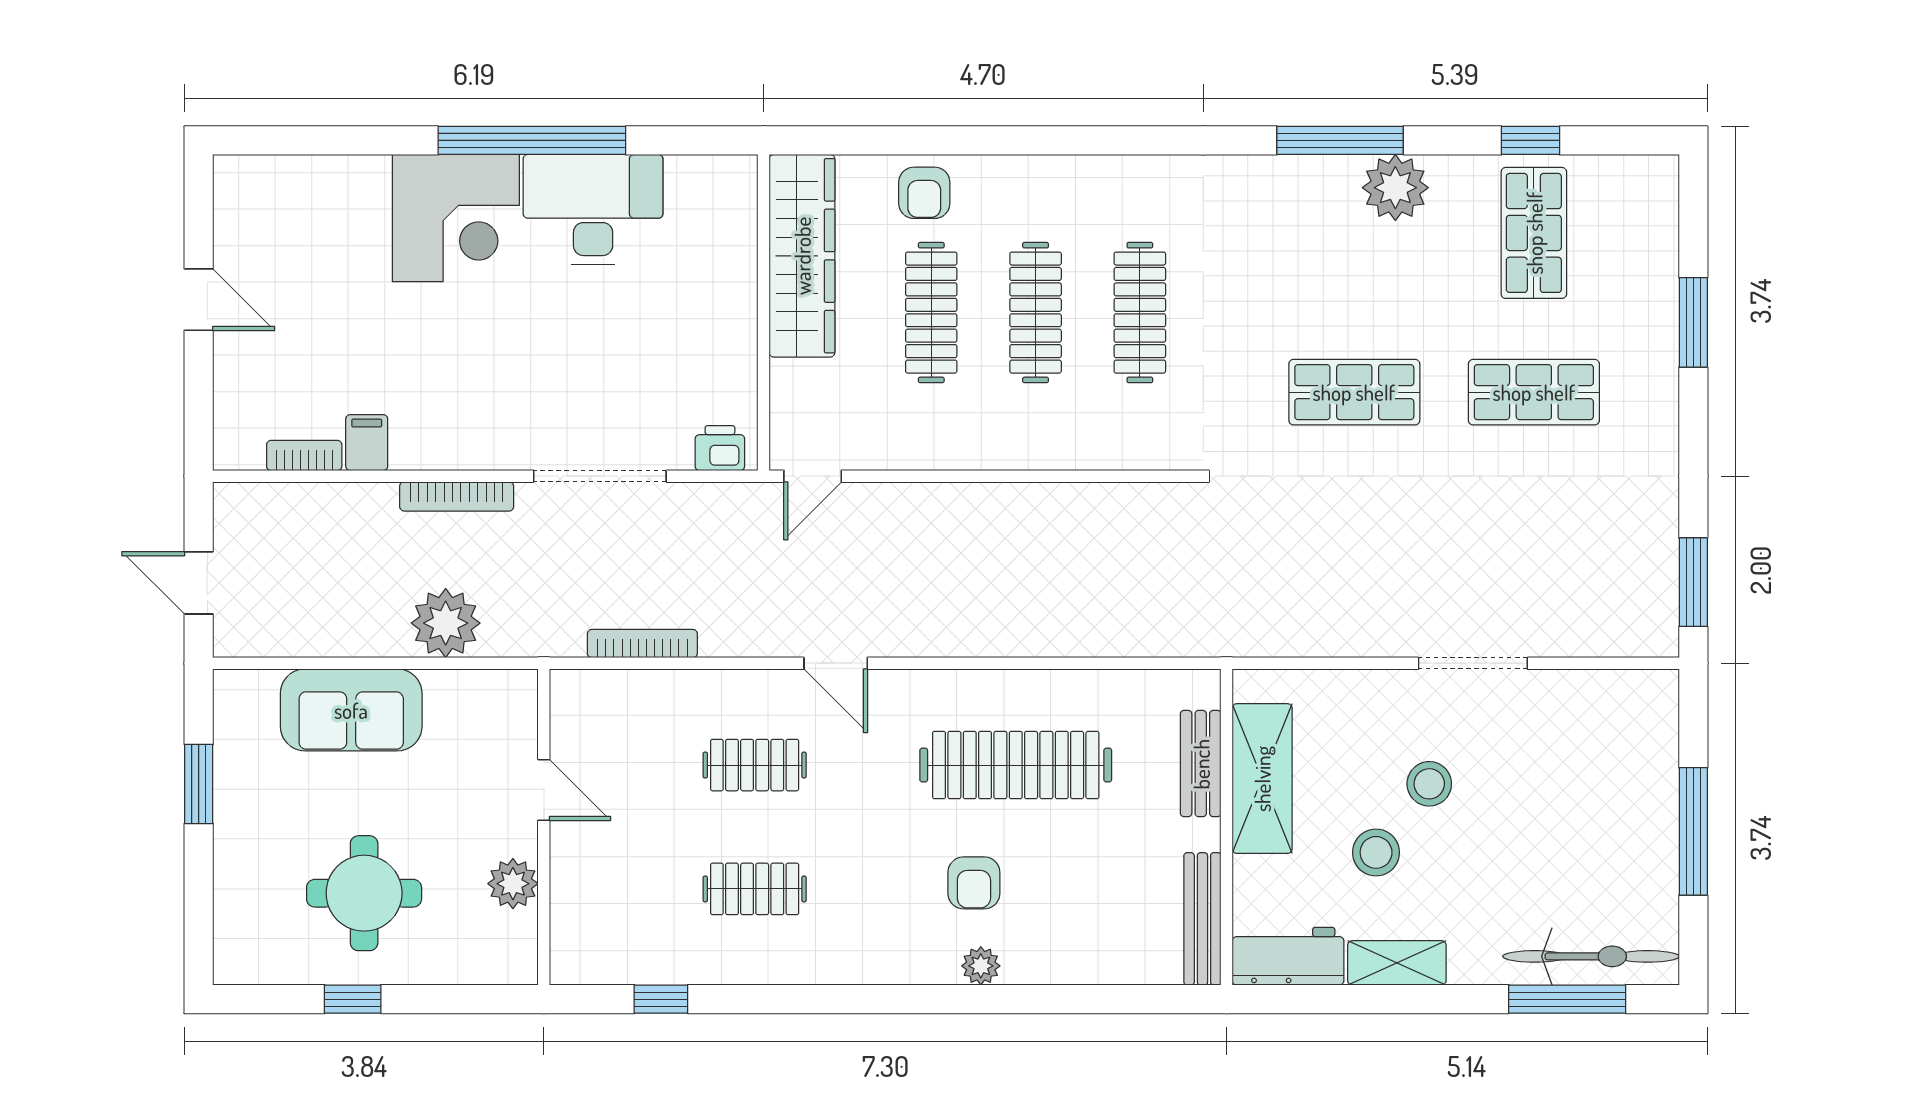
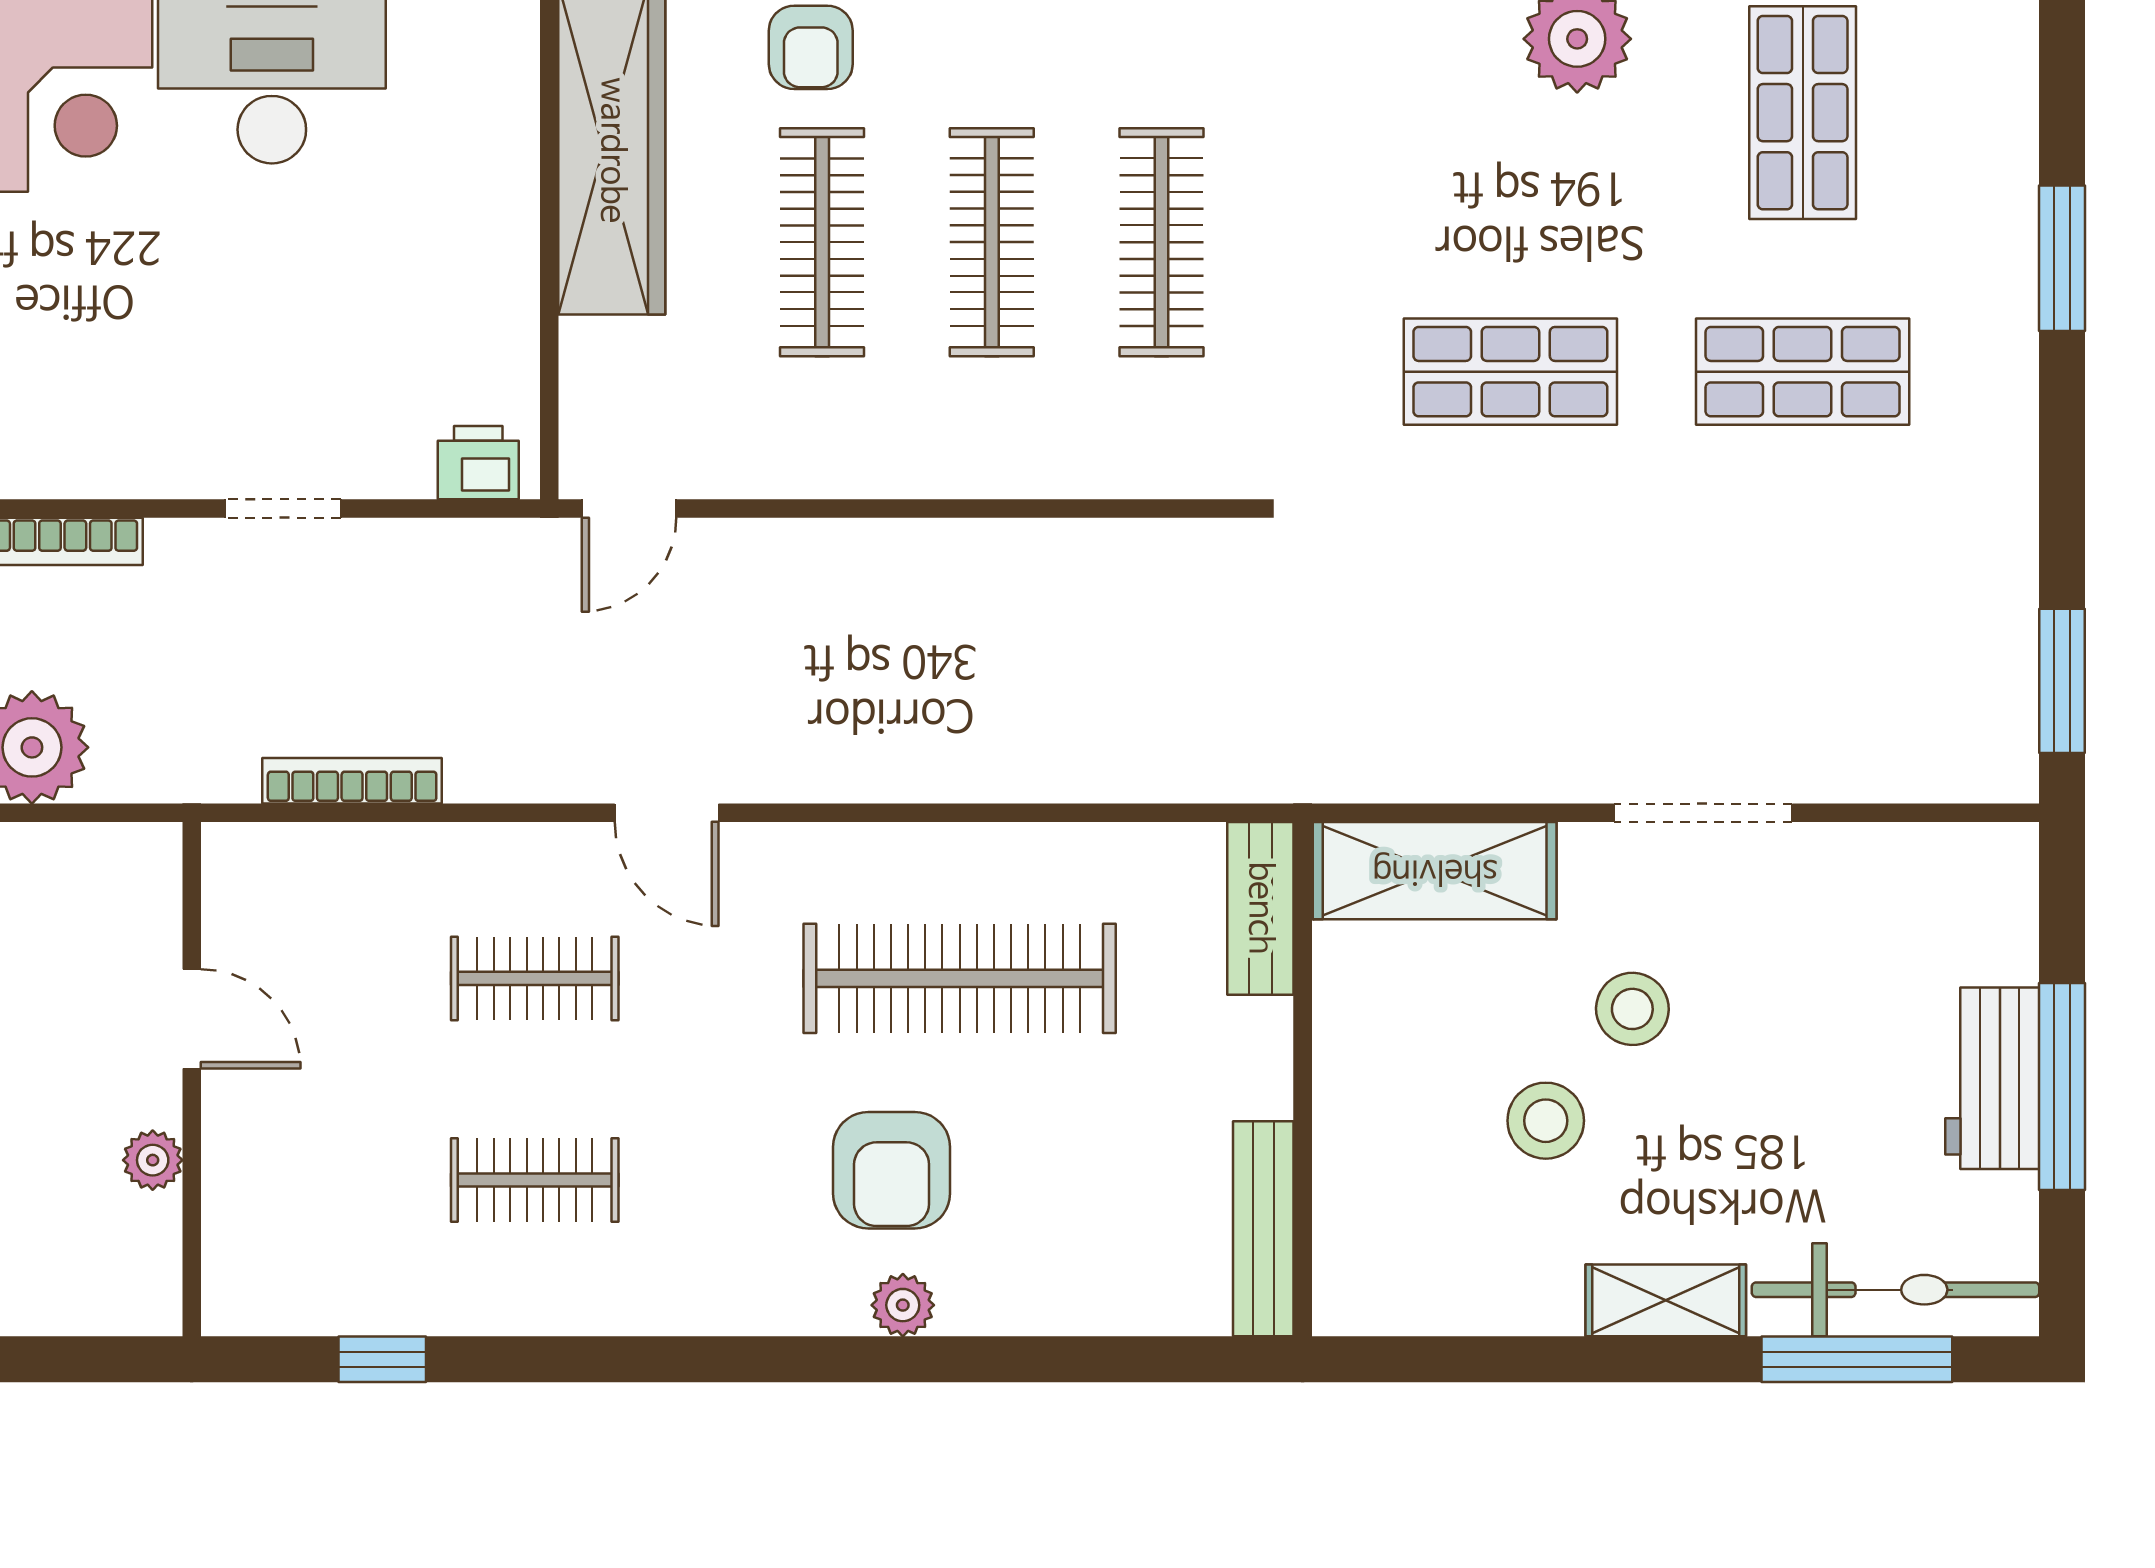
doorway: (600, 476) -> (283, 508), width x0.53
bench: (1201, 764) -> (1260, 908), moved
shelving: (1262, 779) -> (1435, 871), moved, turned 90
armchair: (974, 883) -> (892, 1170), width x1.38, depth x1.38
plant: (513, 884) -> (153, 1160), width x0.73, depth x0.73
workbench: (1288, 956) -> (1992, 1078), moved, turned -90
shelving: (1397, 963) -> (1666, 1300), moved

